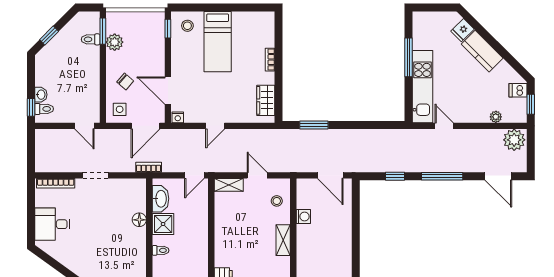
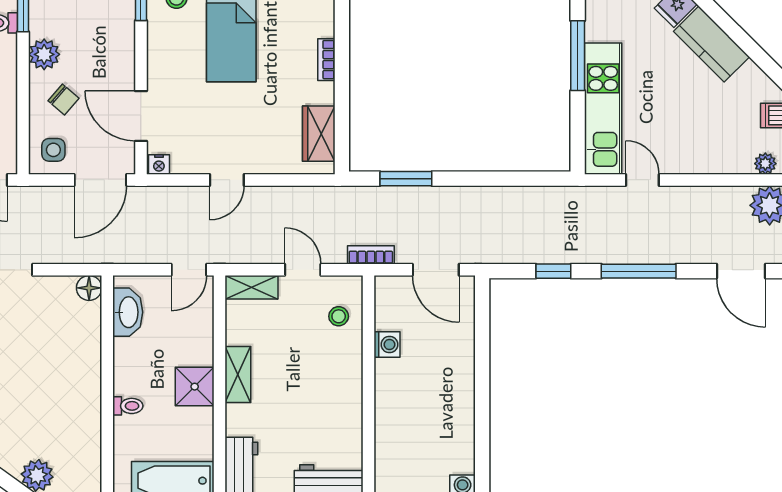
plant: (115, 42) -> (44, 54), moved
plant: (496, 117) -> (765, 164), moved
bookcase: (149, 167) -> (371, 255), moved
floor lamp: (139, 220) -> (89, 288), moved
shower: (163, 224) -> (195, 387), moved
shelving: (283, 240) -> (238, 374), moved

